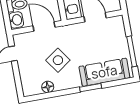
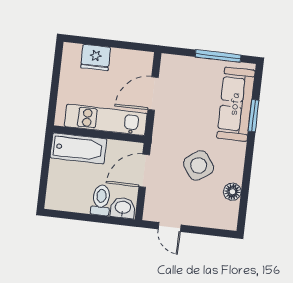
window: (91, 88) -> (254, 116), moved

